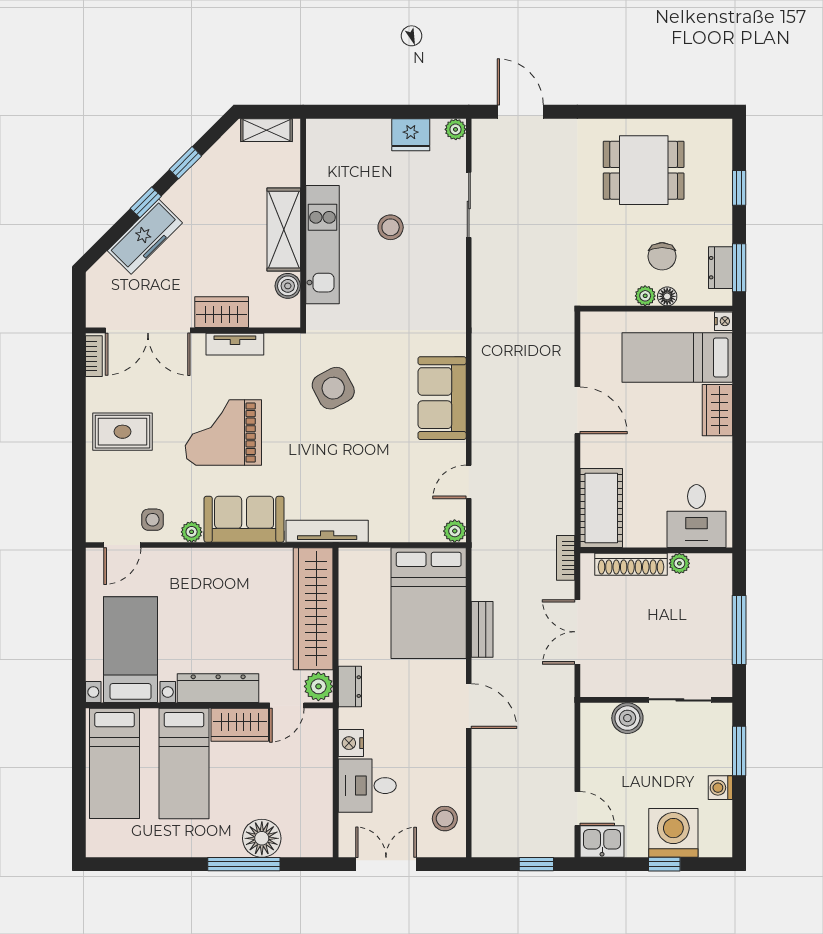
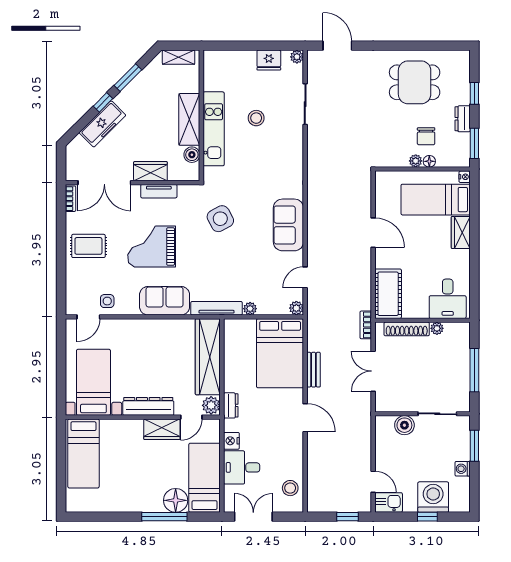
window: (185, 163) -> (128, 78), width x1.50
dresser: (720, 268) -> (463, 119), moved
plant: (192, 532) -> (250, 309), moved
bed: (184, 763) -> (205, 478), moved, turned 180

